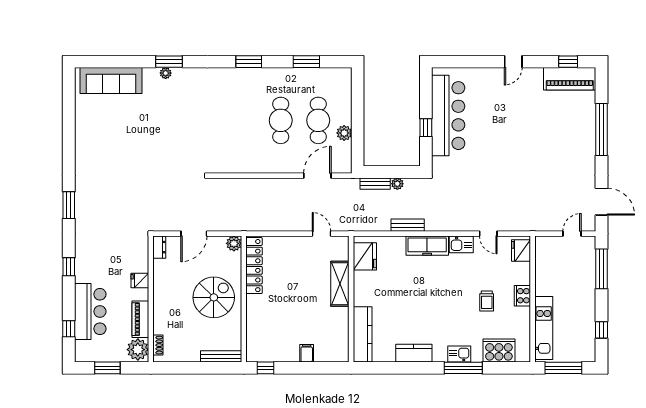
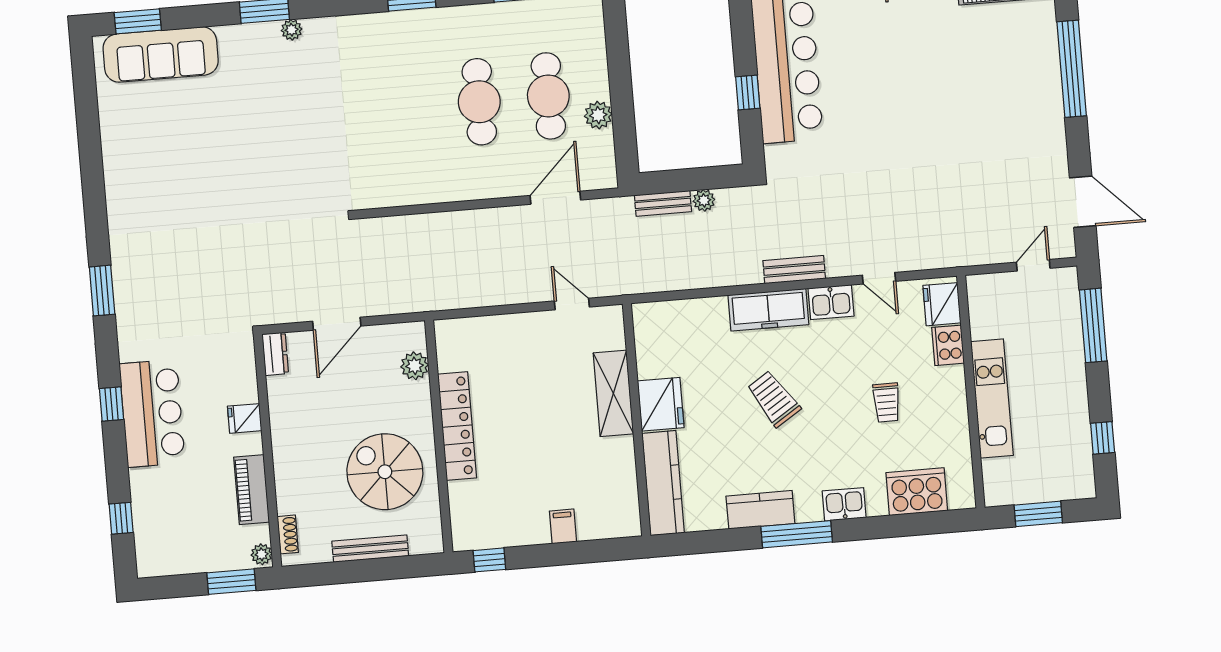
window: (100, 62) -> (138, 21), added
plant: (166, 73) -> (292, 30), moved
bench: (408, 225) -> (794, 270), moved
plant: (234, 243) -> (415, 366), moved
fridge: (365, 256) -> (661, 404), moved
locker: (254, 266) -> (457, 426), moved
trolley: (426, 294) -> (774, 399), added
cooker: (522, 296) -> (948, 345), moved
spiral stairs: (214, 297) -> (385, 472), moved, turned -90
bar counter: (90, 312) -> (152, 413), moved
kitchen unit: (544, 328) -> (992, 398), moved
plant: (138, 350) -> (262, 554), width x0.53, depth x0.53
bench: (221, 356) -> (370, 549), moved
window: (107, 368) -> (231, 582), moved
window: (463, 368) -> (797, 534), moved
window: (563, 368) -> (1038, 514), width x0.69

